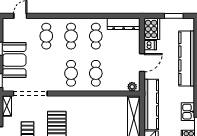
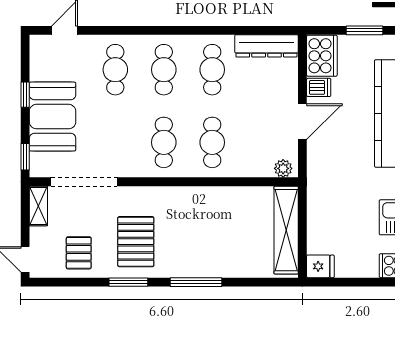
kitchen counter: (151, 105) -> (321, 203), removed

